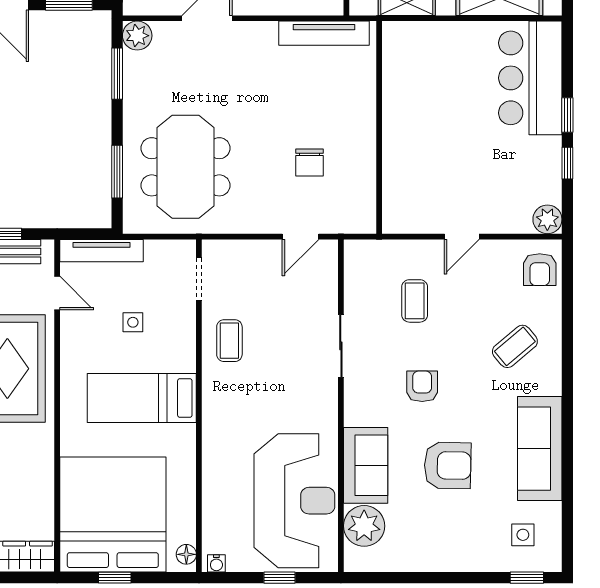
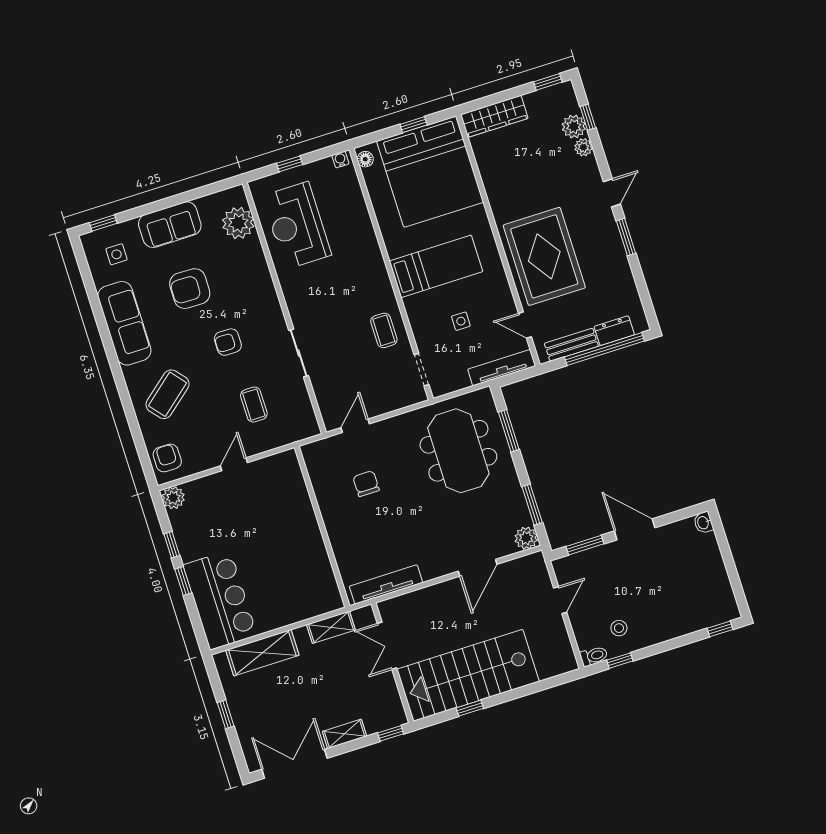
coffee table: (515, 346) -> (168, 394), width x1.36, depth x1.30
armchair: (422, 386) -> (228, 342), turned 90
sofa: (366, 465) -> (170, 225), moved, turned -90
reception desk: (294, 501) -> (297, 225), width x0.74, depth x0.77

